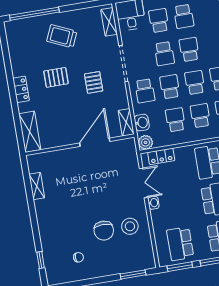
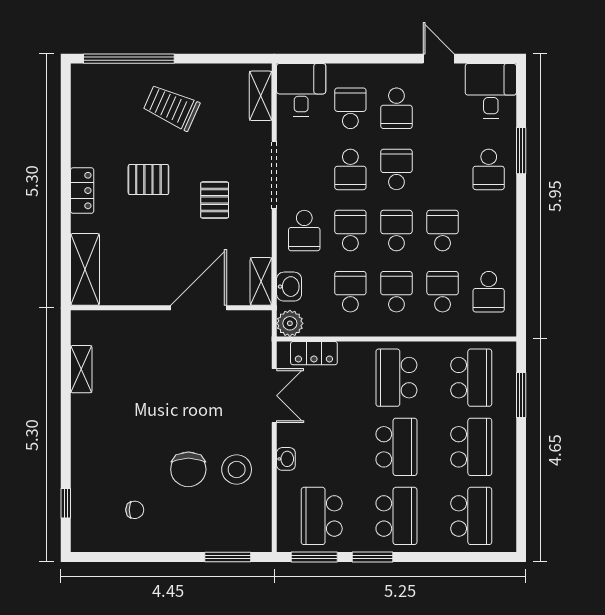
washbasin: (153, 203) -> (286, 459), moved

